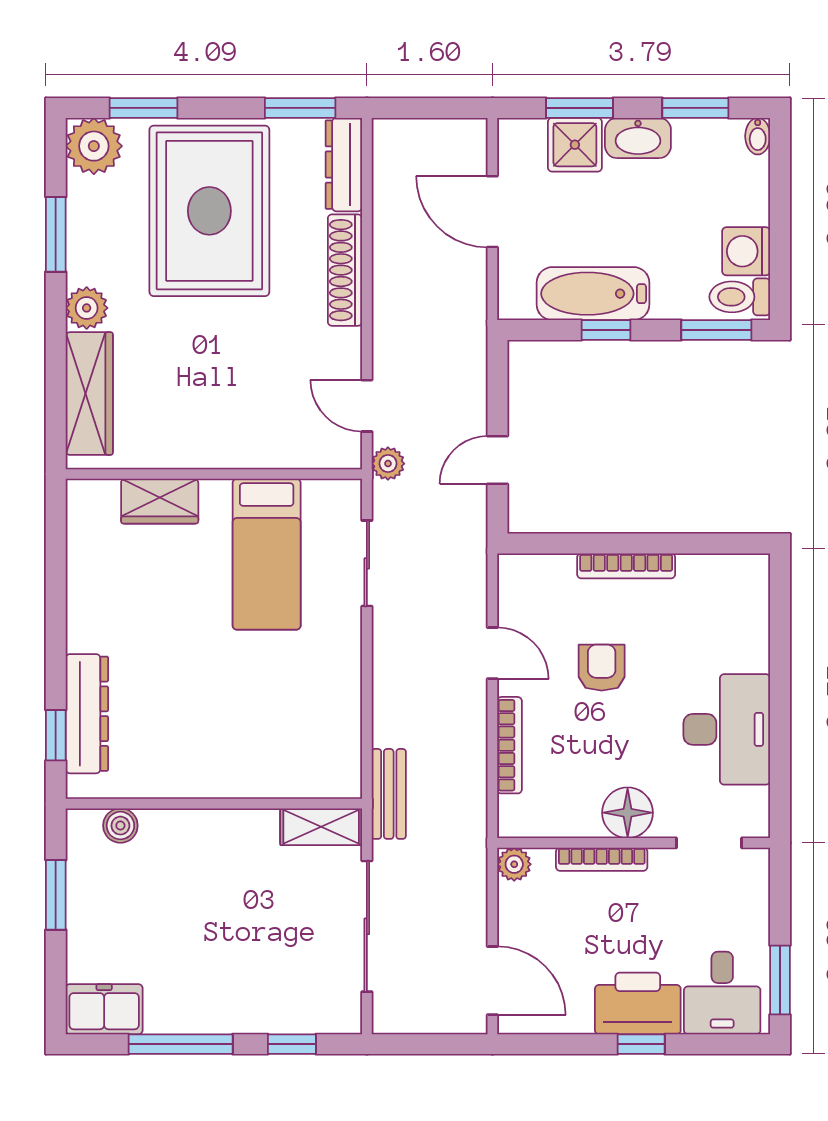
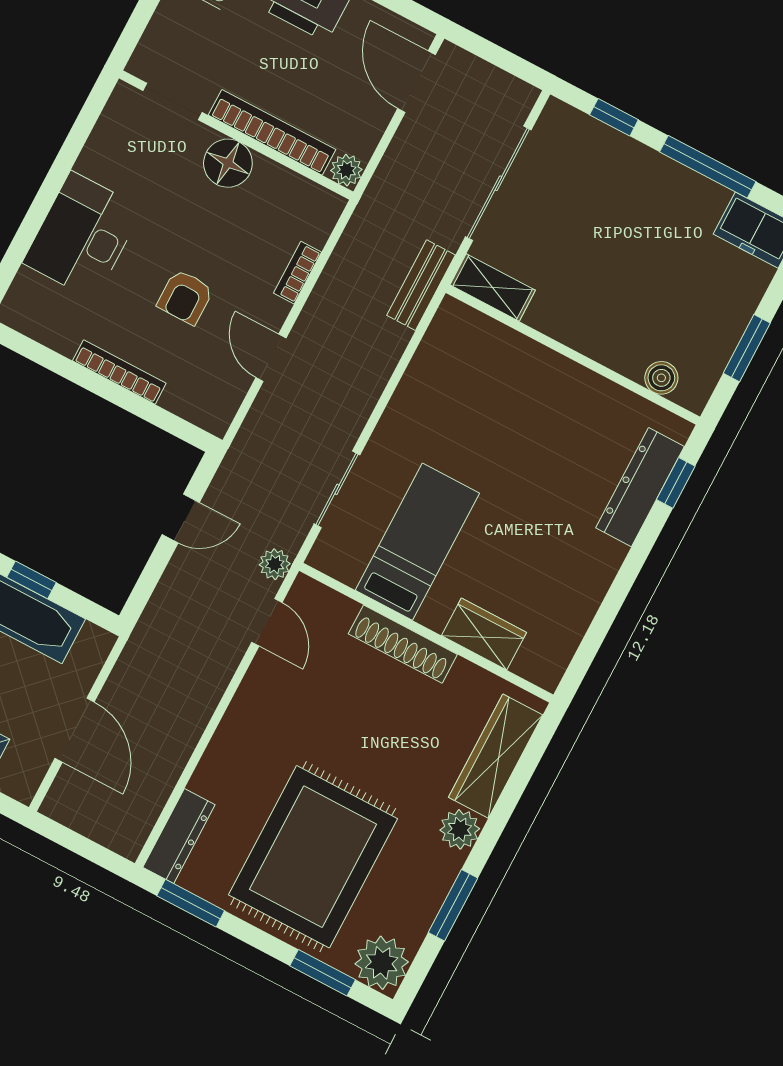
shoe rack: (345, 270) -> (403, 644), moved, turned 90
desk: (727, 729) -> (83, 236), moved
bookcase: (509, 745) -> (297, 273), width x0.64
bookcase: (602, 859) -> (272, 132), width x1.48, depth x1.31

